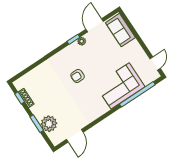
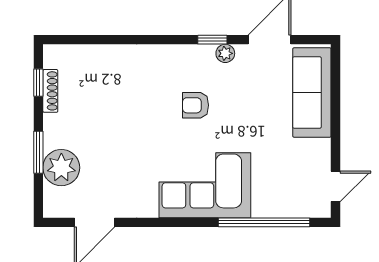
sofa: (120, 30) -> (312, 92), width x1.36
armchair: (78, 76) -> (195, 105), moved
corner sofa: (120, 86) -> (205, 185), moved

